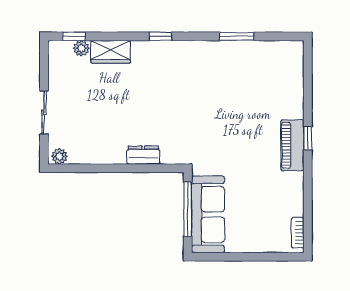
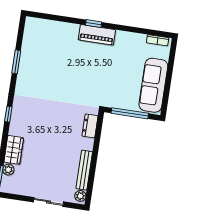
dresser: (143, 155) -> (90, 126), moved
bench: (97, 156) -> (84, 170), added
sofa: (208, 214) -> (153, 85), moved, turned -90

